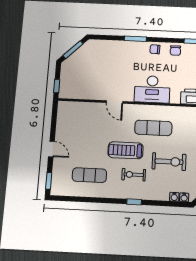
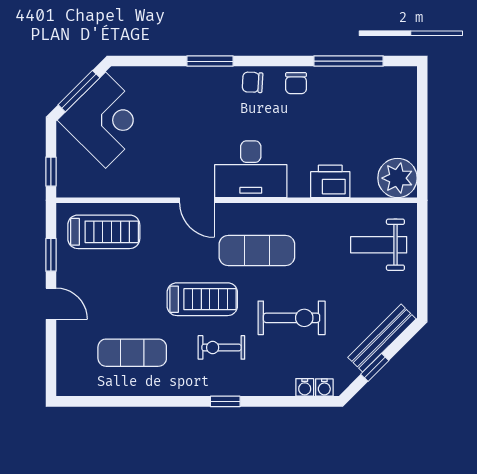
corner desk: (84, 63) -> (106, 120), added
door: (114, 102) -> (197, 200), moved
treadmill: (80, 115) -> (104, 232), added
treadmill: (126, 150) -> (202, 299), turned 180
window: (49, 181) -> (51, 255), moved

